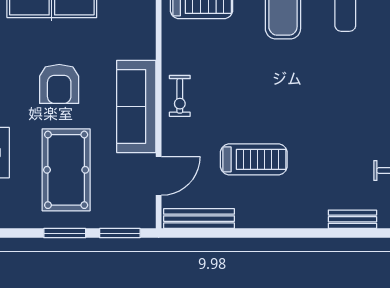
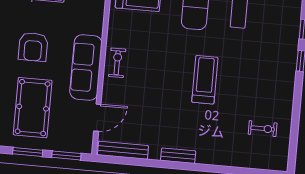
exercise bike: (180, 96) -> (117, 63), turned 180
treadmill: (254, 159) -> (205, 80), moved, turned -90
bench: (352, 219) -> (178, 156), moved

